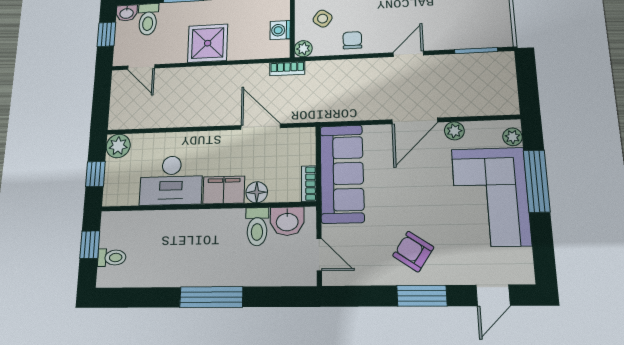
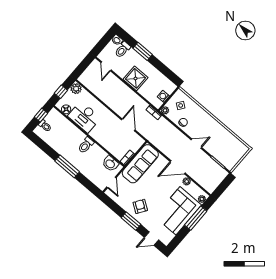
window: (106, 34) -> (104, 42), removed
filing cabinet: (224, 190) -> (99, 136), removed
floor lamp: (257, 192) -> (66, 109), moved
toilet: (257, 227) -> (86, 145), moved

